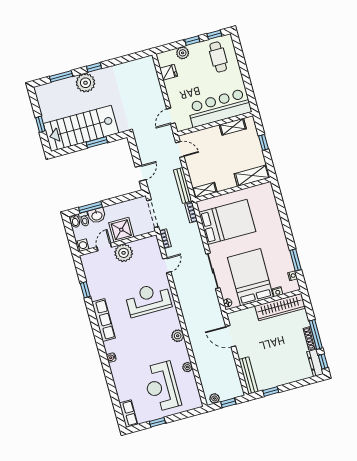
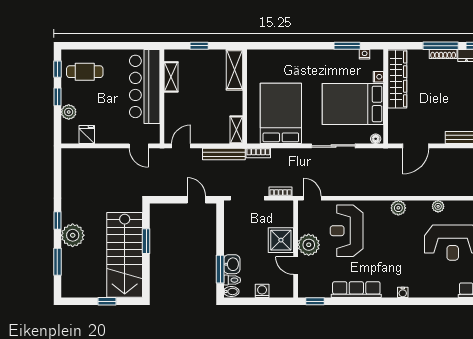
shower: (121, 230) -> (281, 240), moved
wall: (117, 243) -> (296, 249), moved
door: (104, 247) -> (296, 266), moved
plant: (124, 253) -> (309, 245), moved

